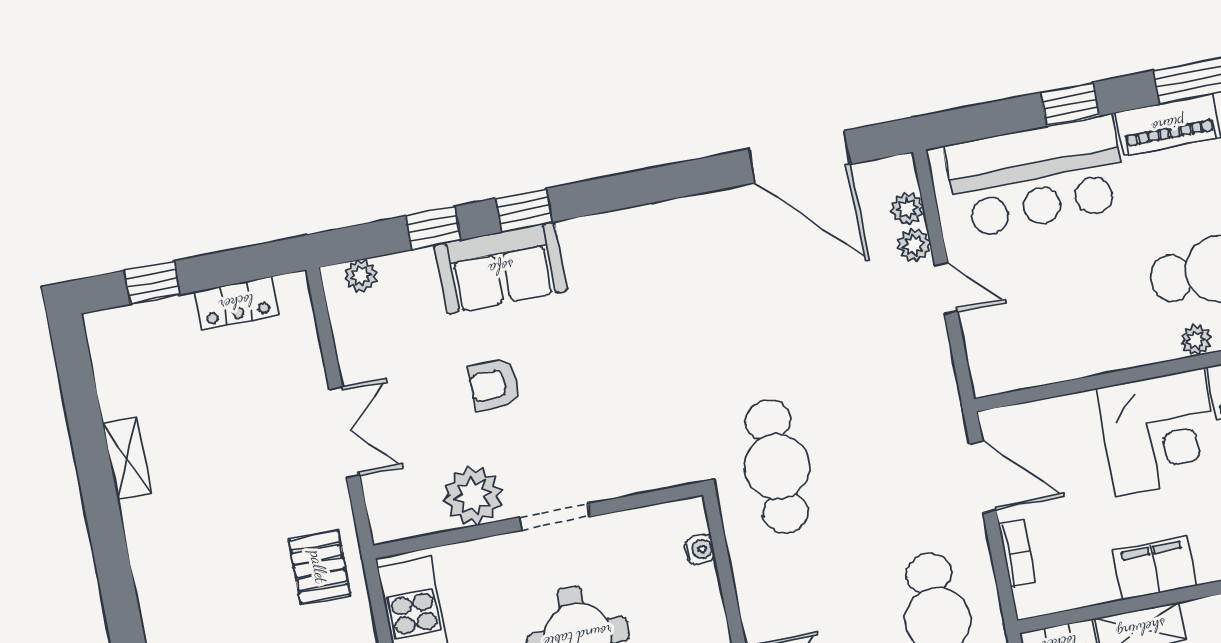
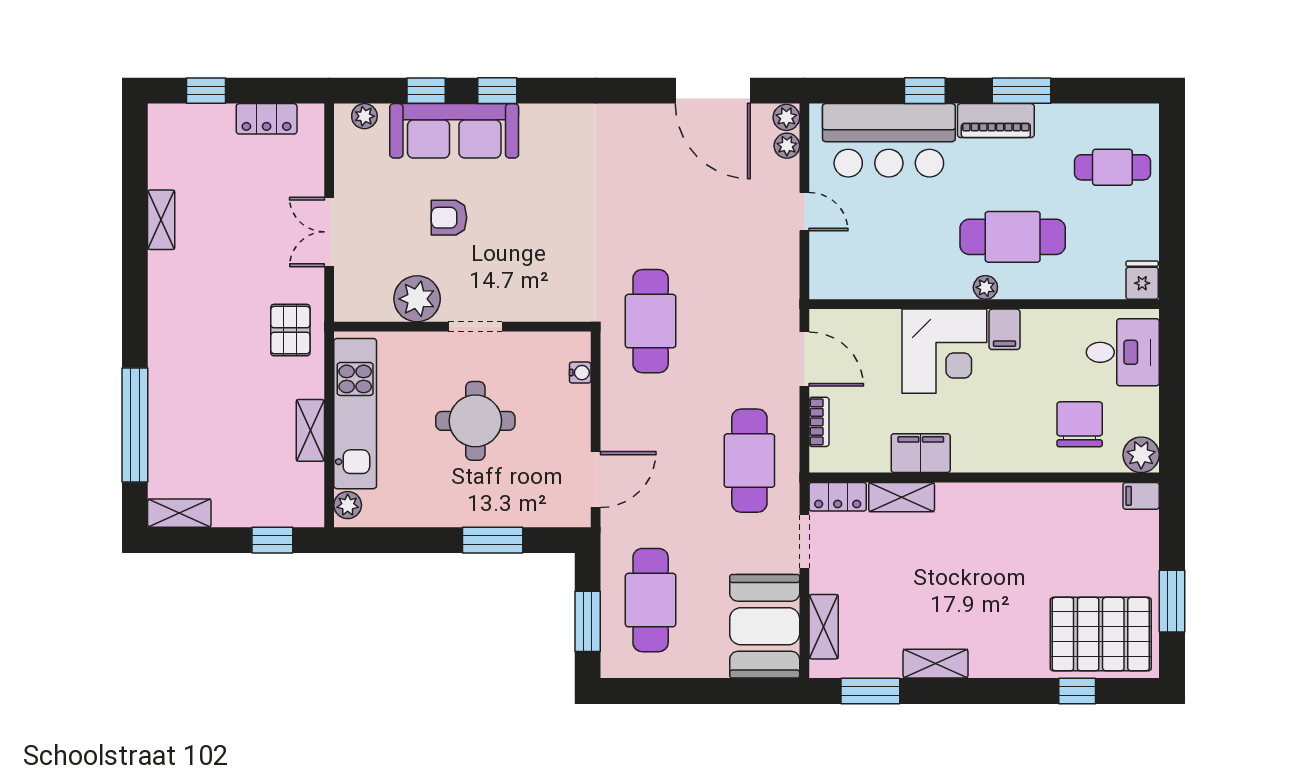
plant: (914, 245) -> (786, 117), moved
sofa: (501, 268) -> (454, 131), width x1.36
double door: (344, 432) -> (329, 232), swing flipped

